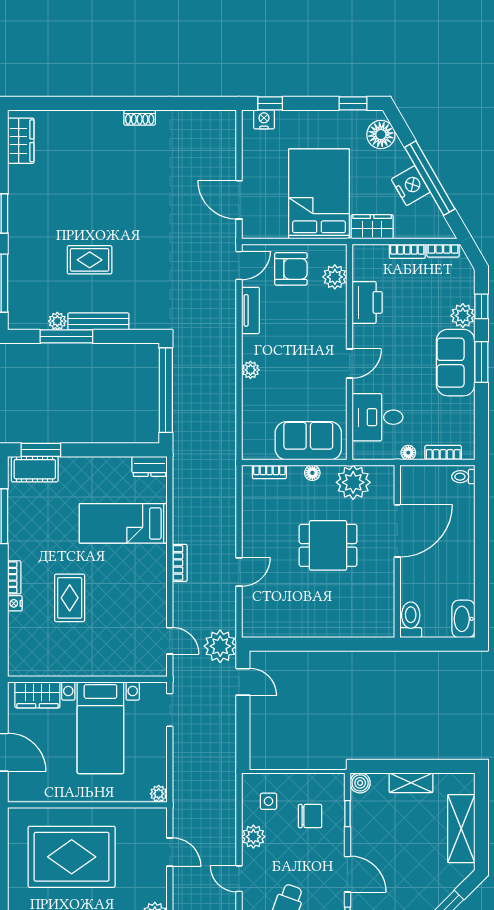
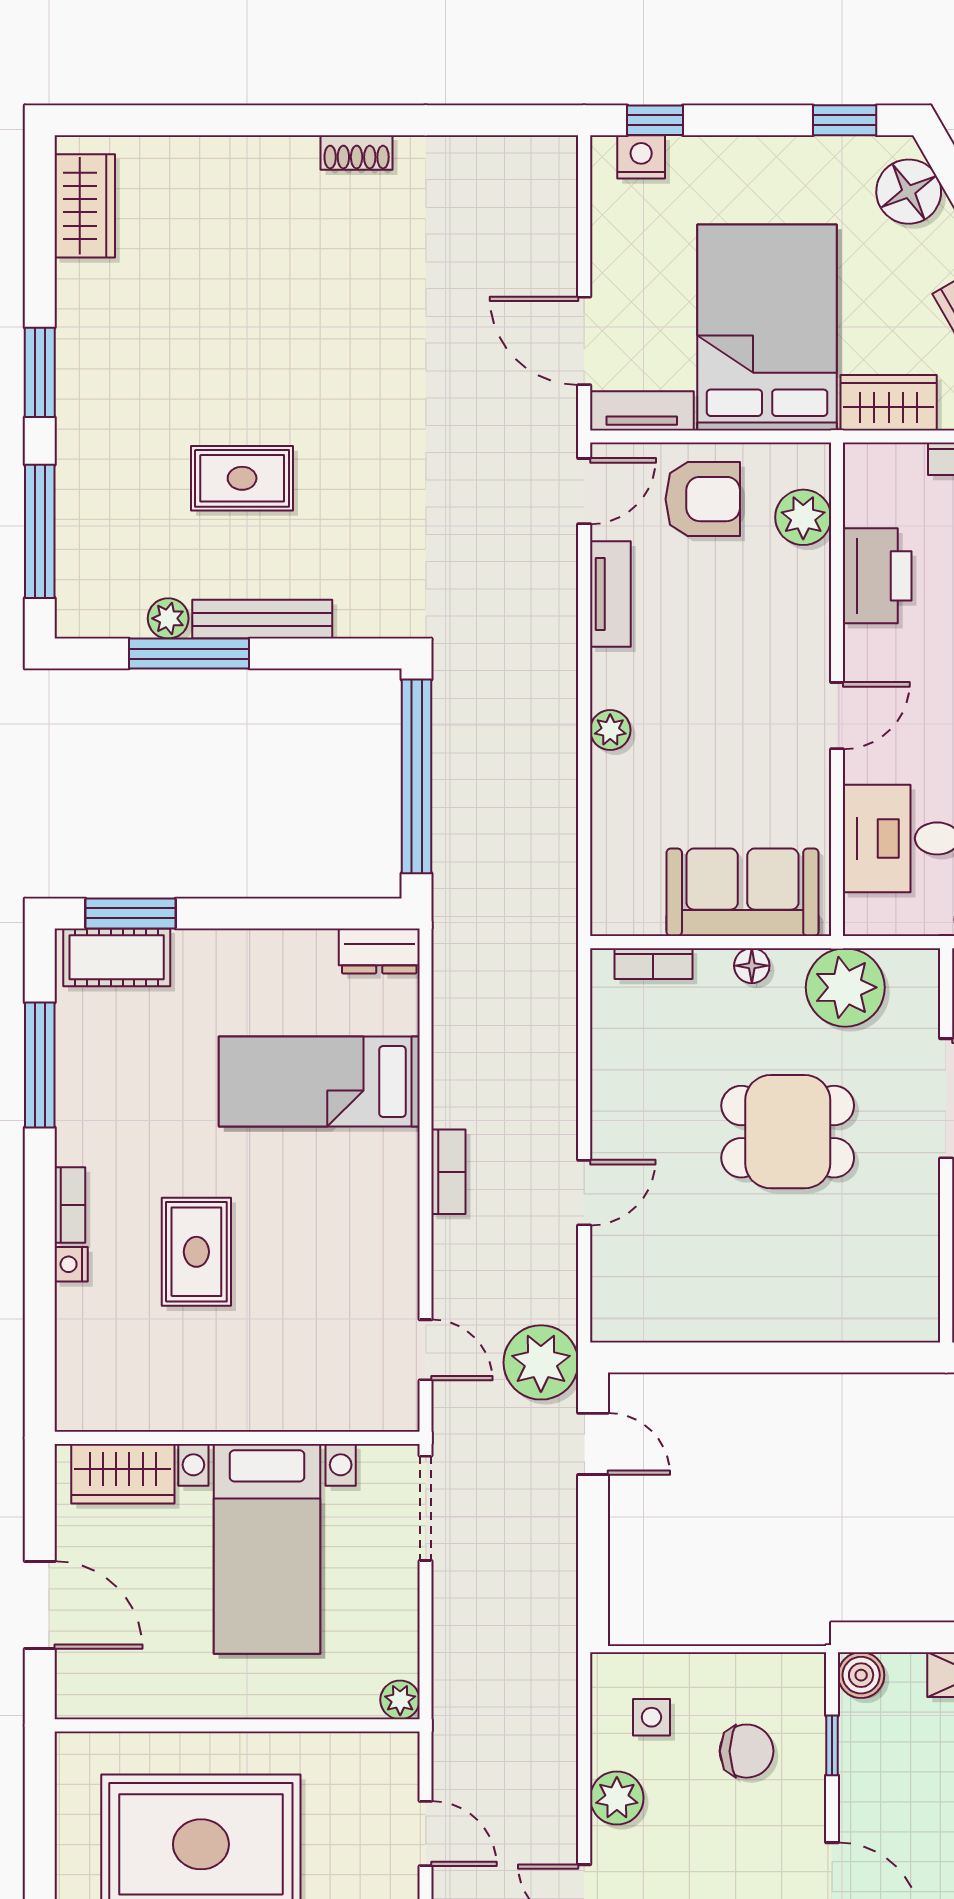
tv unit: (264, 230) -> (642, 411), added
doorway: (170, 710) -> (426, 1508), width x1.38

